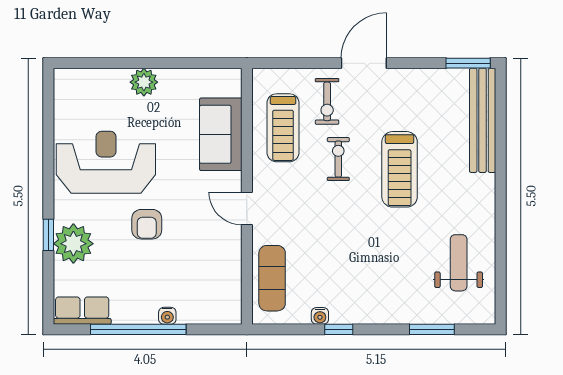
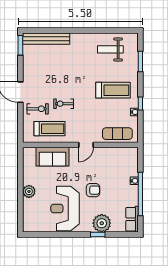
treadmill: (400, 169) -> (113, 90), moved

